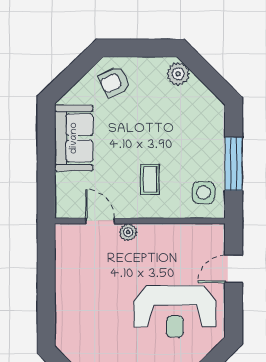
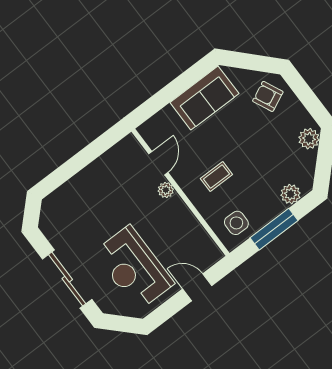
plant: (214, 126) -> (291, 194), added

